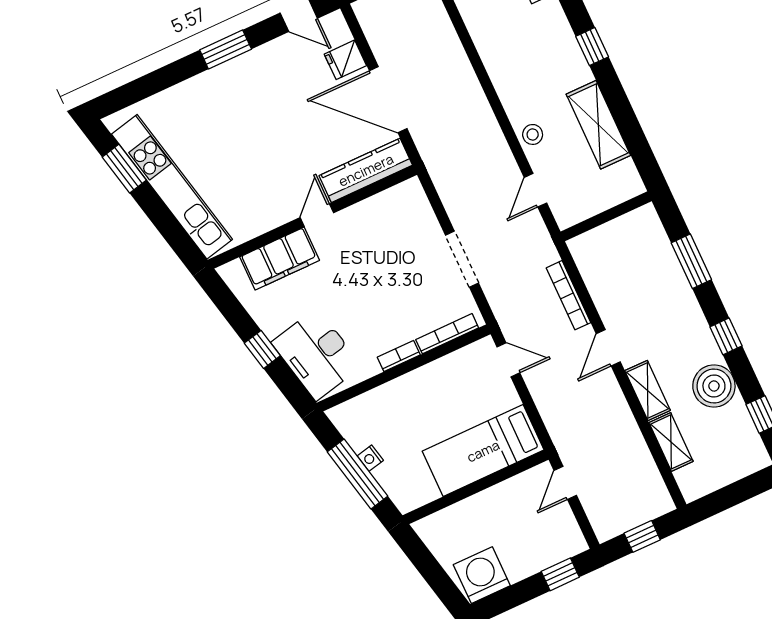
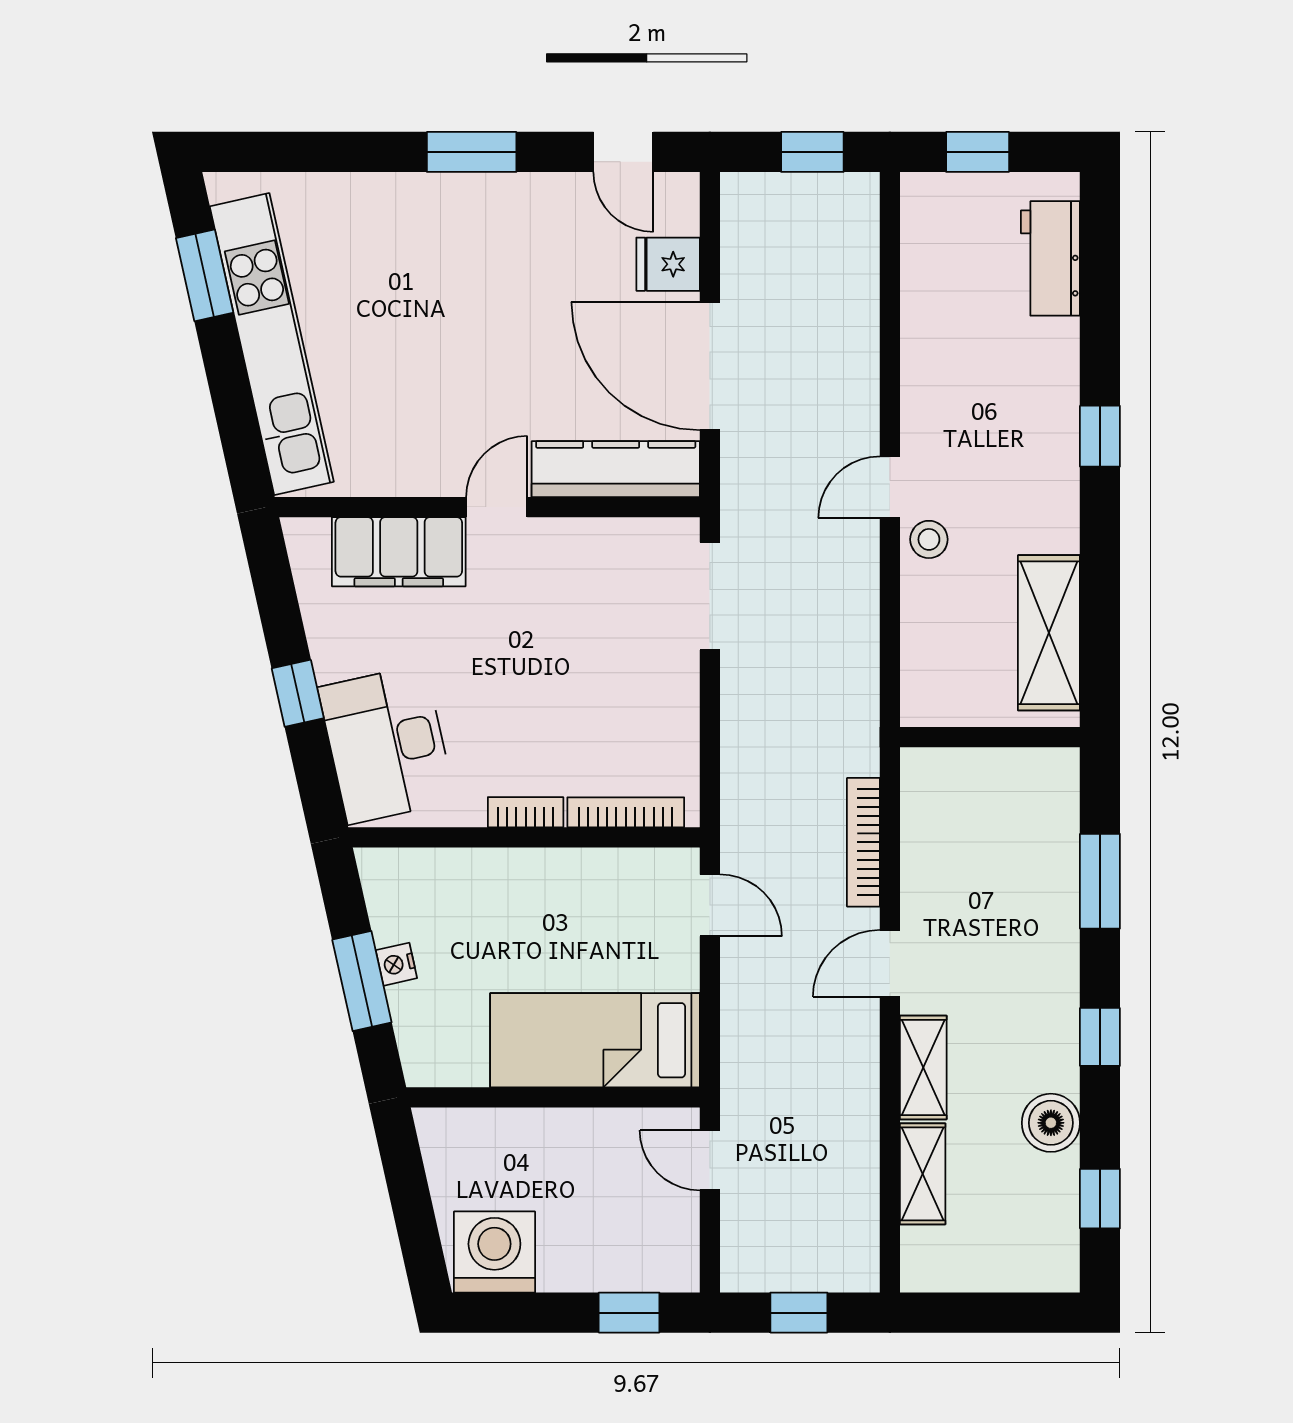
shelving: (598, 125) -> (1049, 633), moved
door: (535, 190) -> (890, 487), moved
doorway: (462, 259) -> (710, 596), moved
boiler: (714, 386) -> (1051, 1123), width x0.73, depth x0.73
window: (357, 474) -> (362, 981), width x0.69
door: (565, 483) -> (710, 1160), hinge flipped

